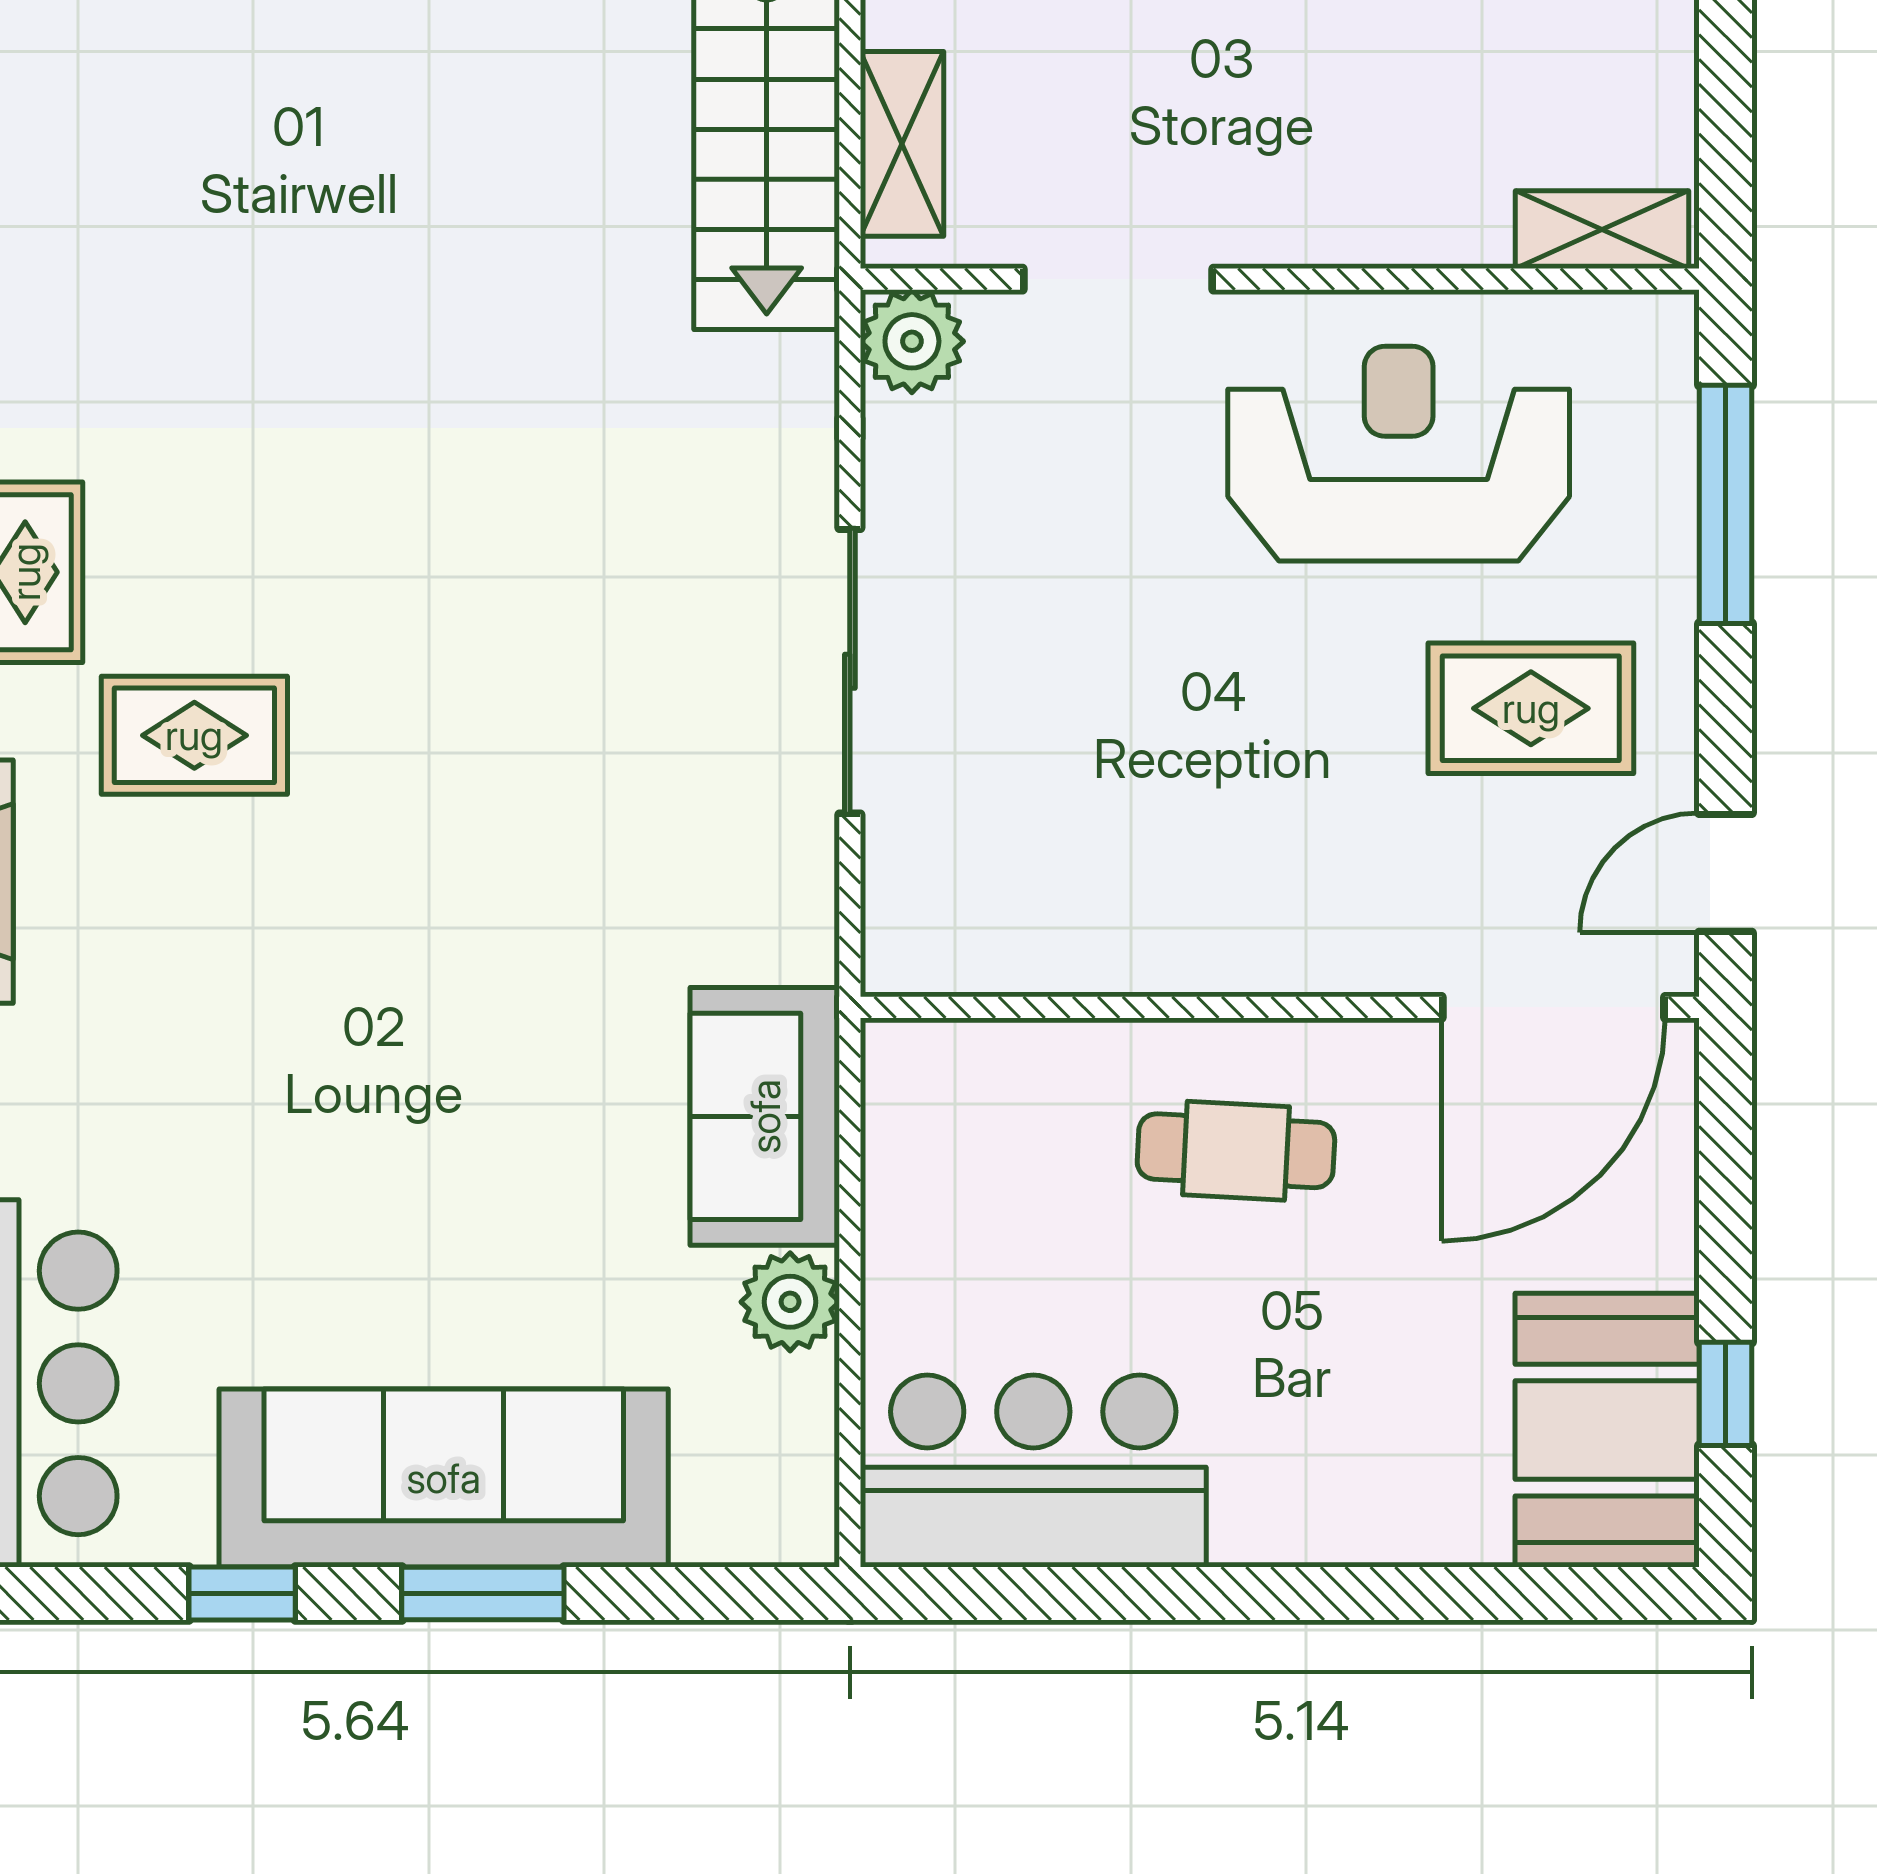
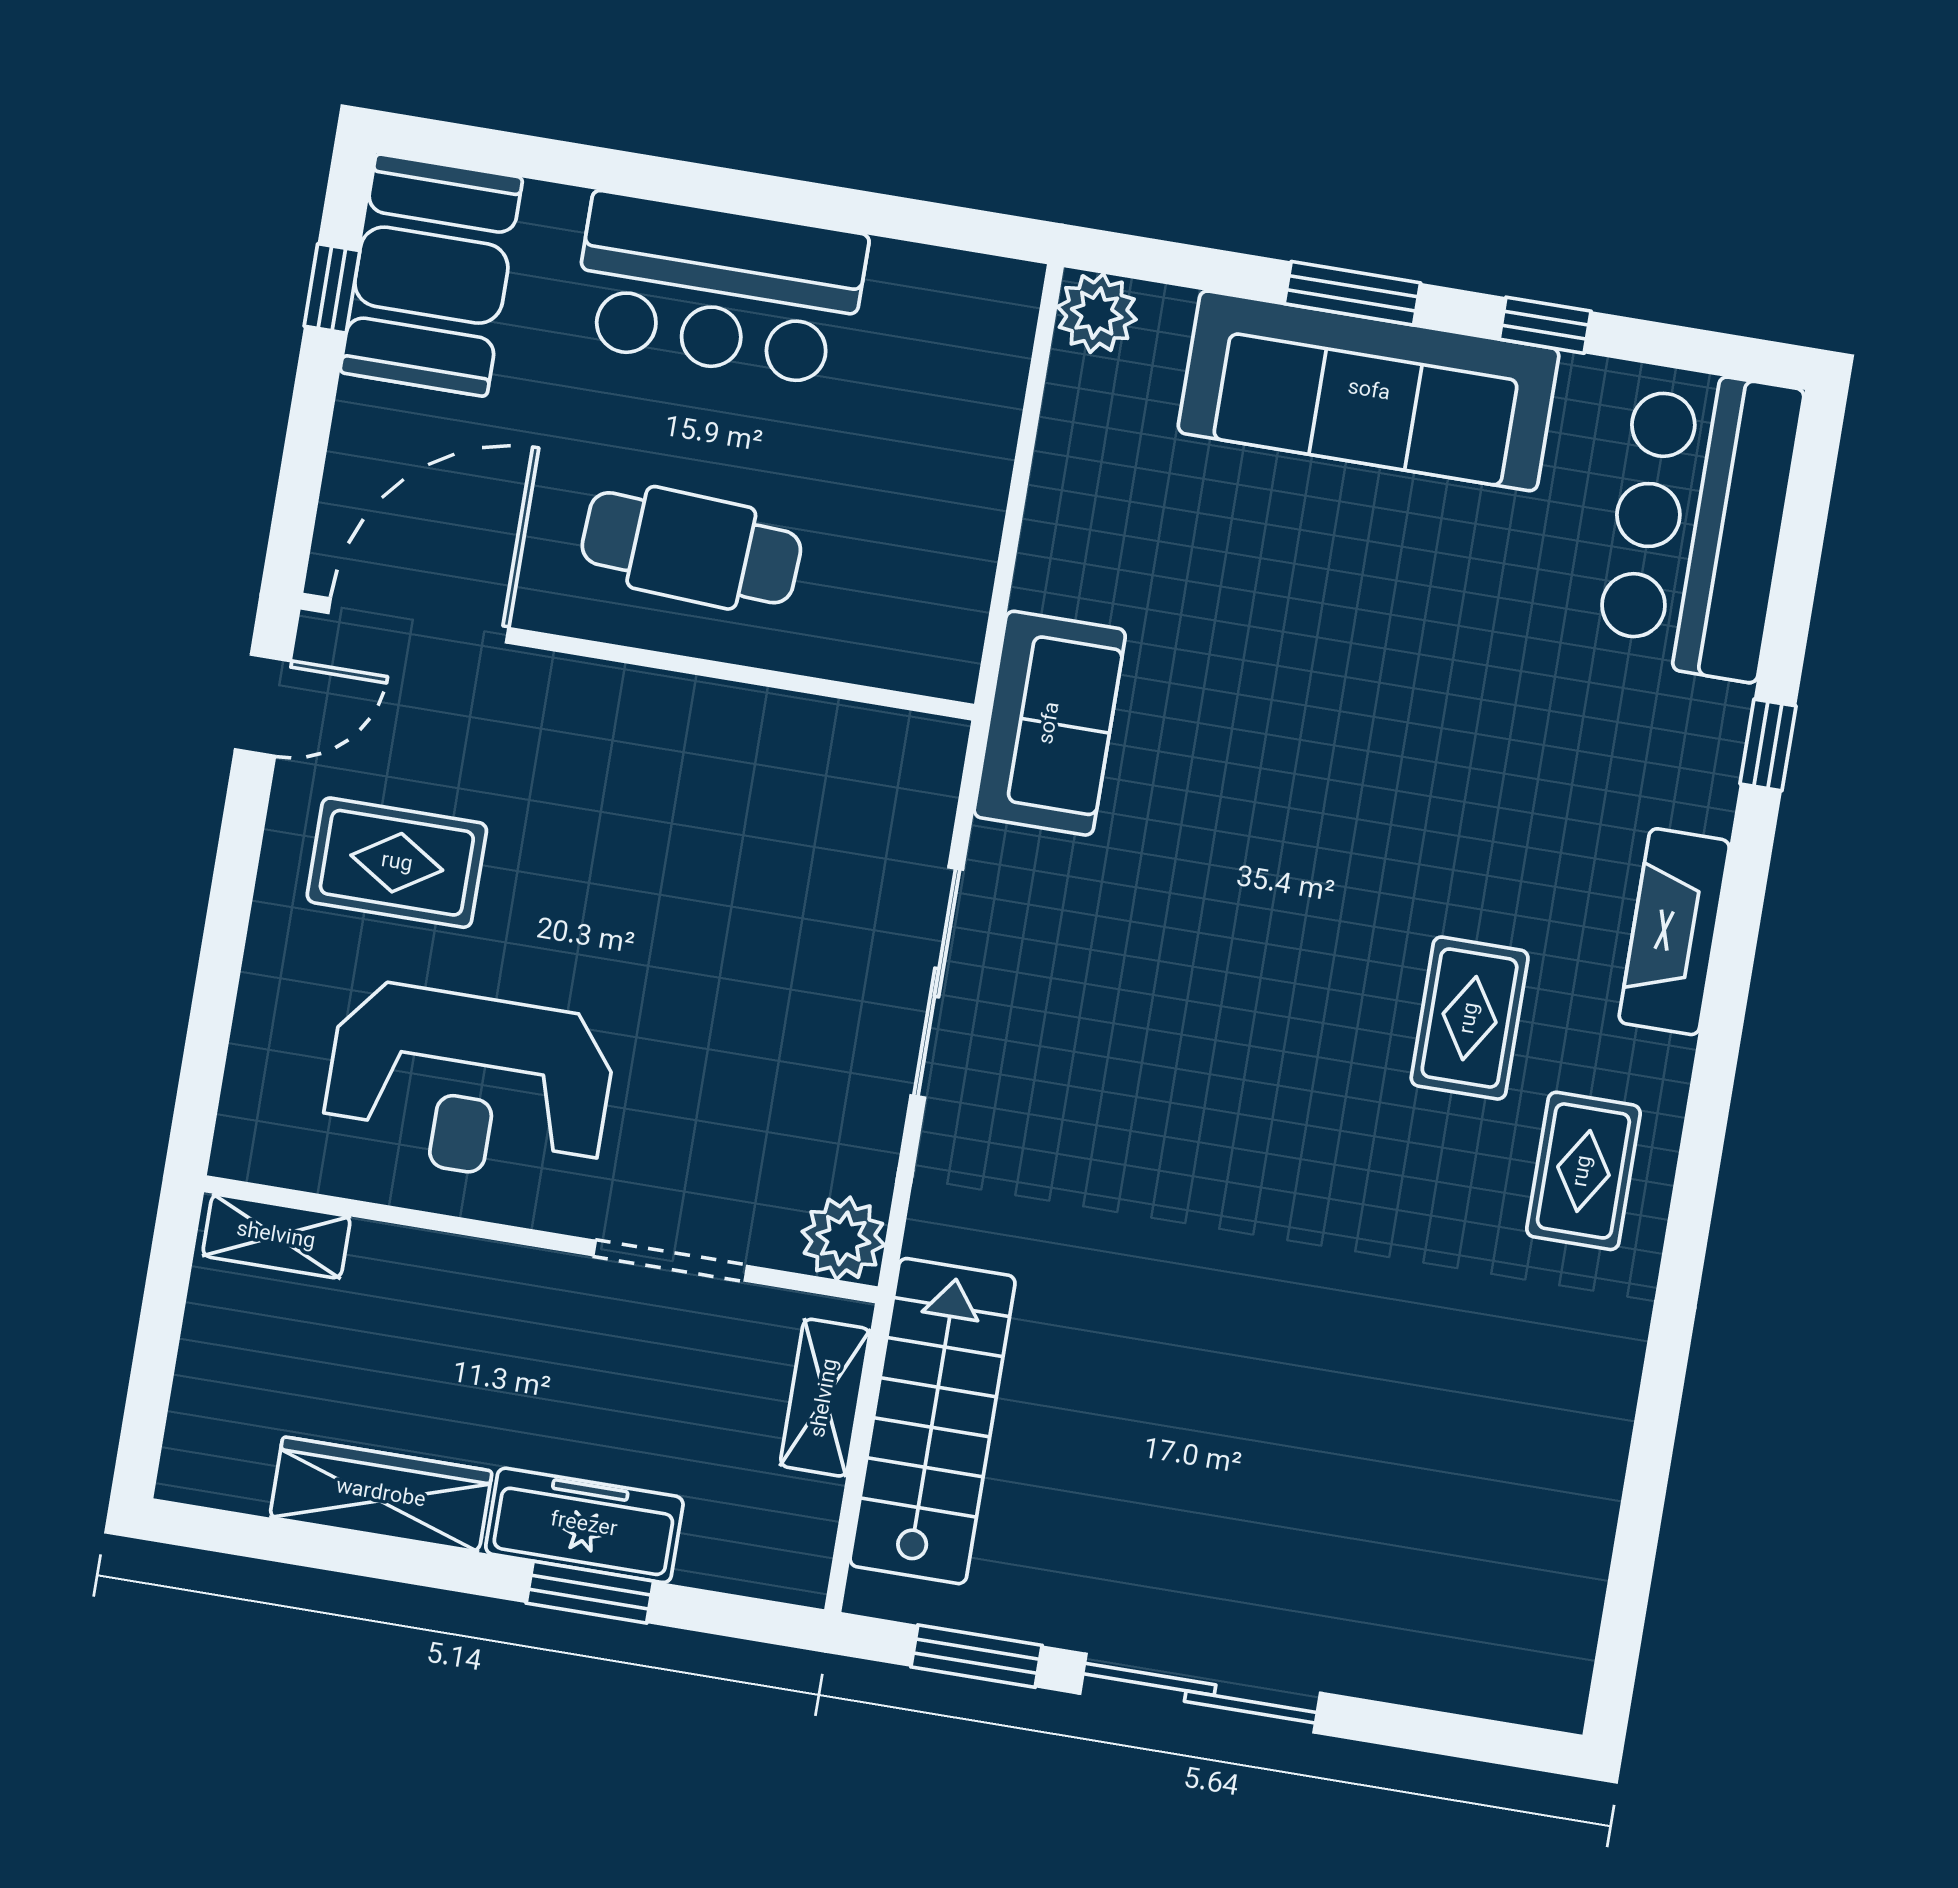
window: (1725, 504) -> (214, 1000), removed
rug: (194, 735) -> (1470, 1018), turned 90
sofa: (765, 1116) -> (1050, 723), moved
cafe table: (1236, 1151) -> (691, 548), width x1.37, depth x1.35
plant: (790, 1302) -> (1097, 313), moved
bar counter: (1033, 1471) -> (719, 289), moved

